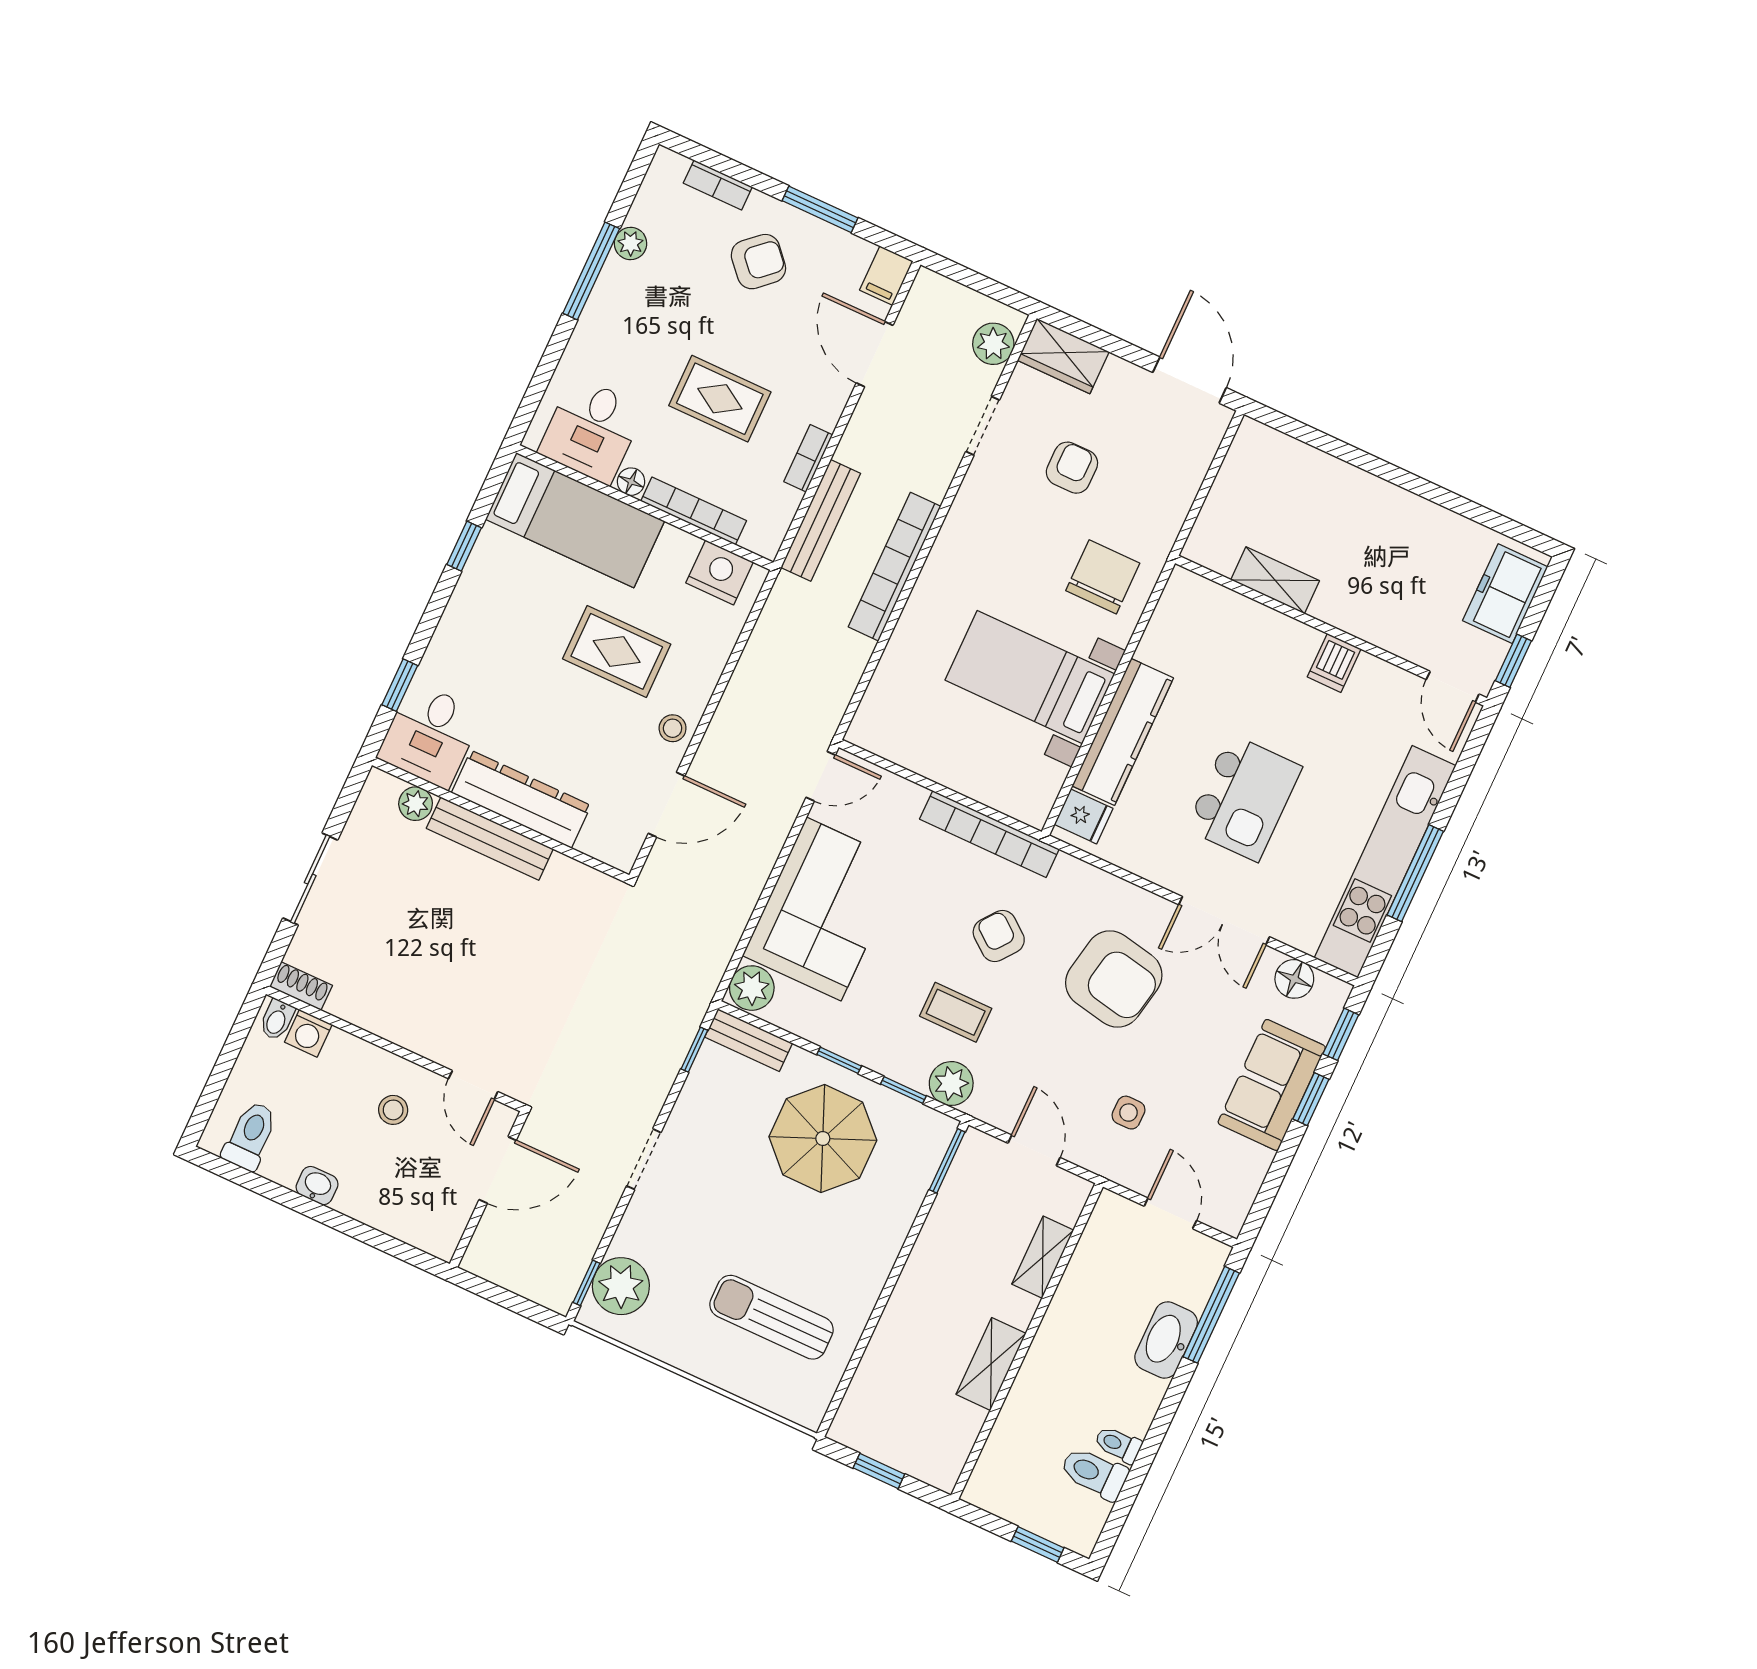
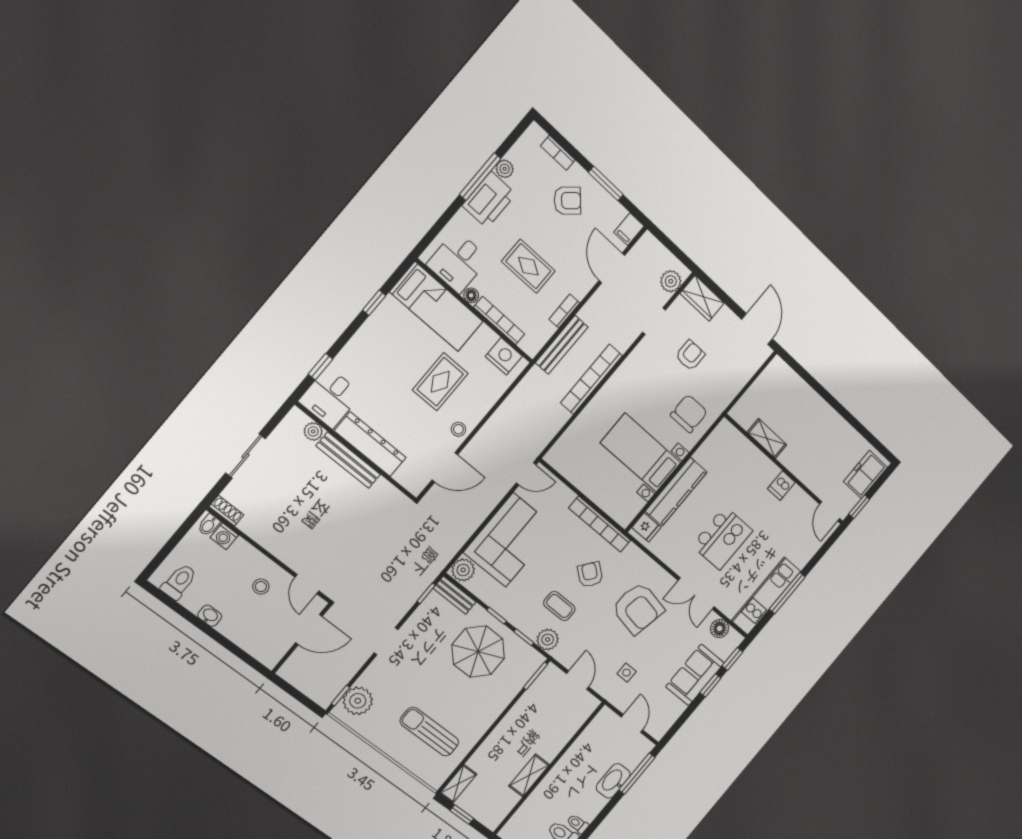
printer: (618, 305) -> (489, 200), added
rug: (617, 651) -> (440, 382), turned 90
kitchen unit: (1385, 862) -> (766, 596), width x0.73
shelving: (1043, 1257) -> (458, 784), moved

